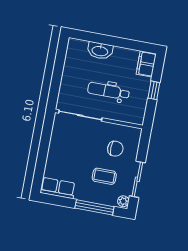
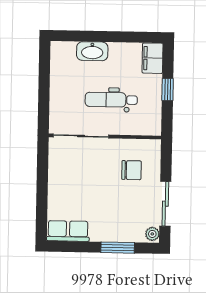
coffee table: (104, 176) -> (123, 207), removed
window: (94, 207) -> (118, 248), width x0.69

